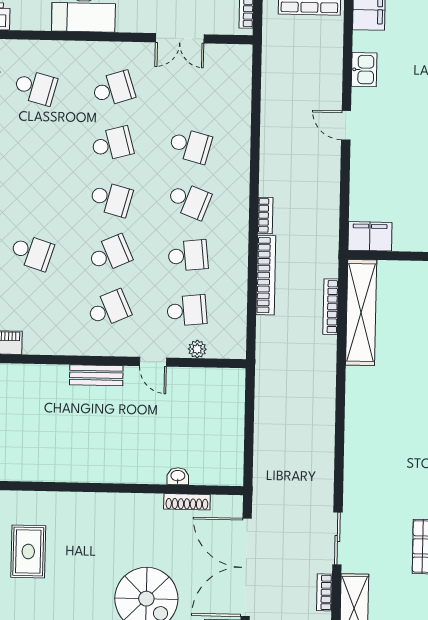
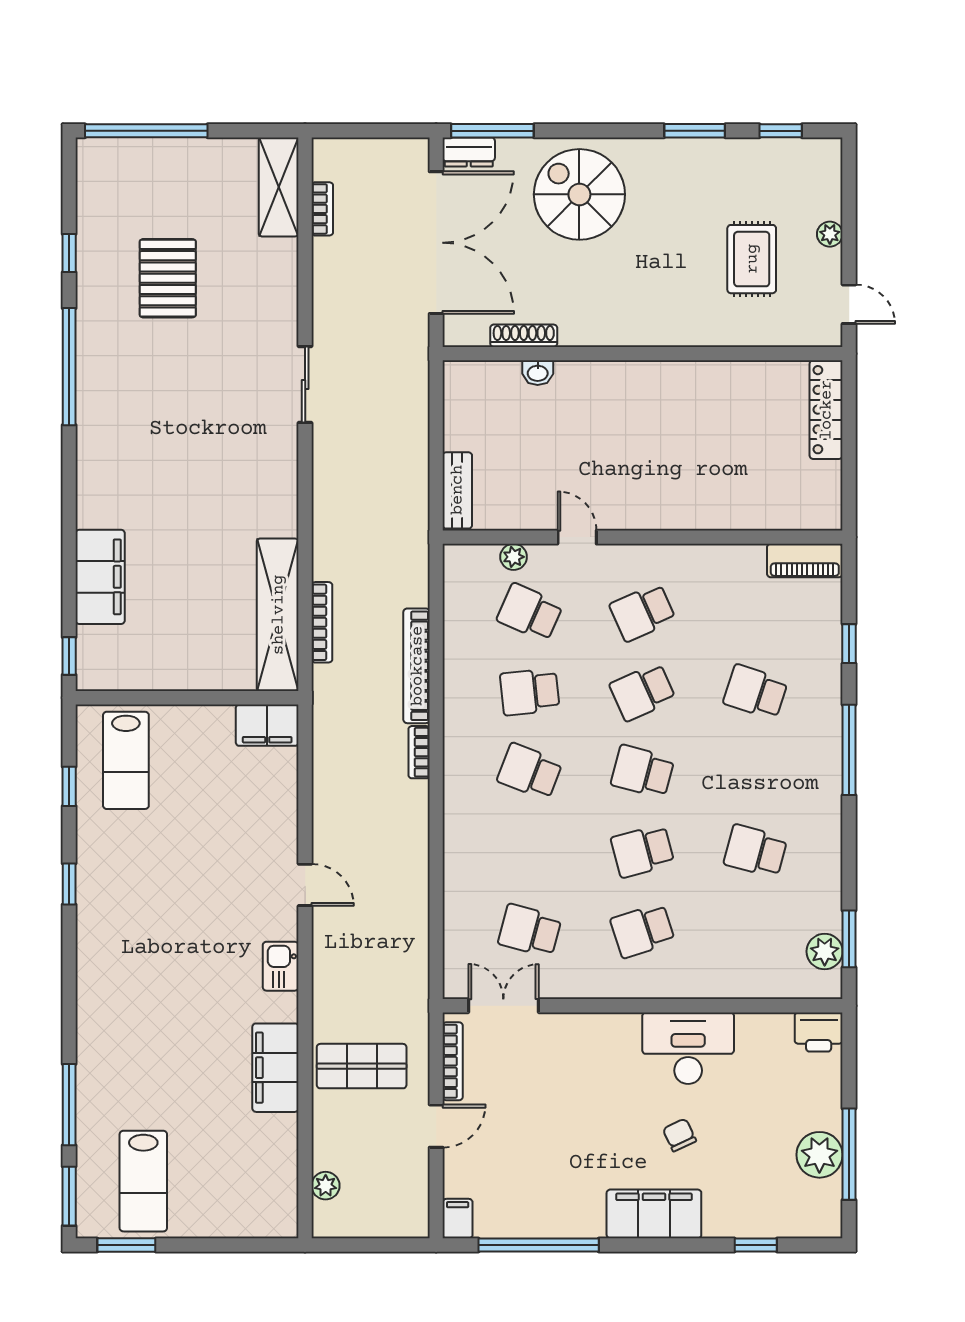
double door: (180, 38) -> (503, 1006), moved
school desk: (35, 87) -> (755, 851), moved
school desk: (190, 146) -> (530, 930), moved
school desk: (187, 310) -> (530, 612), turned 30
bench: (96, 375) -> (457, 490), moved, turned 90
sliding door: (337, 538) -> (305, 385), moved

